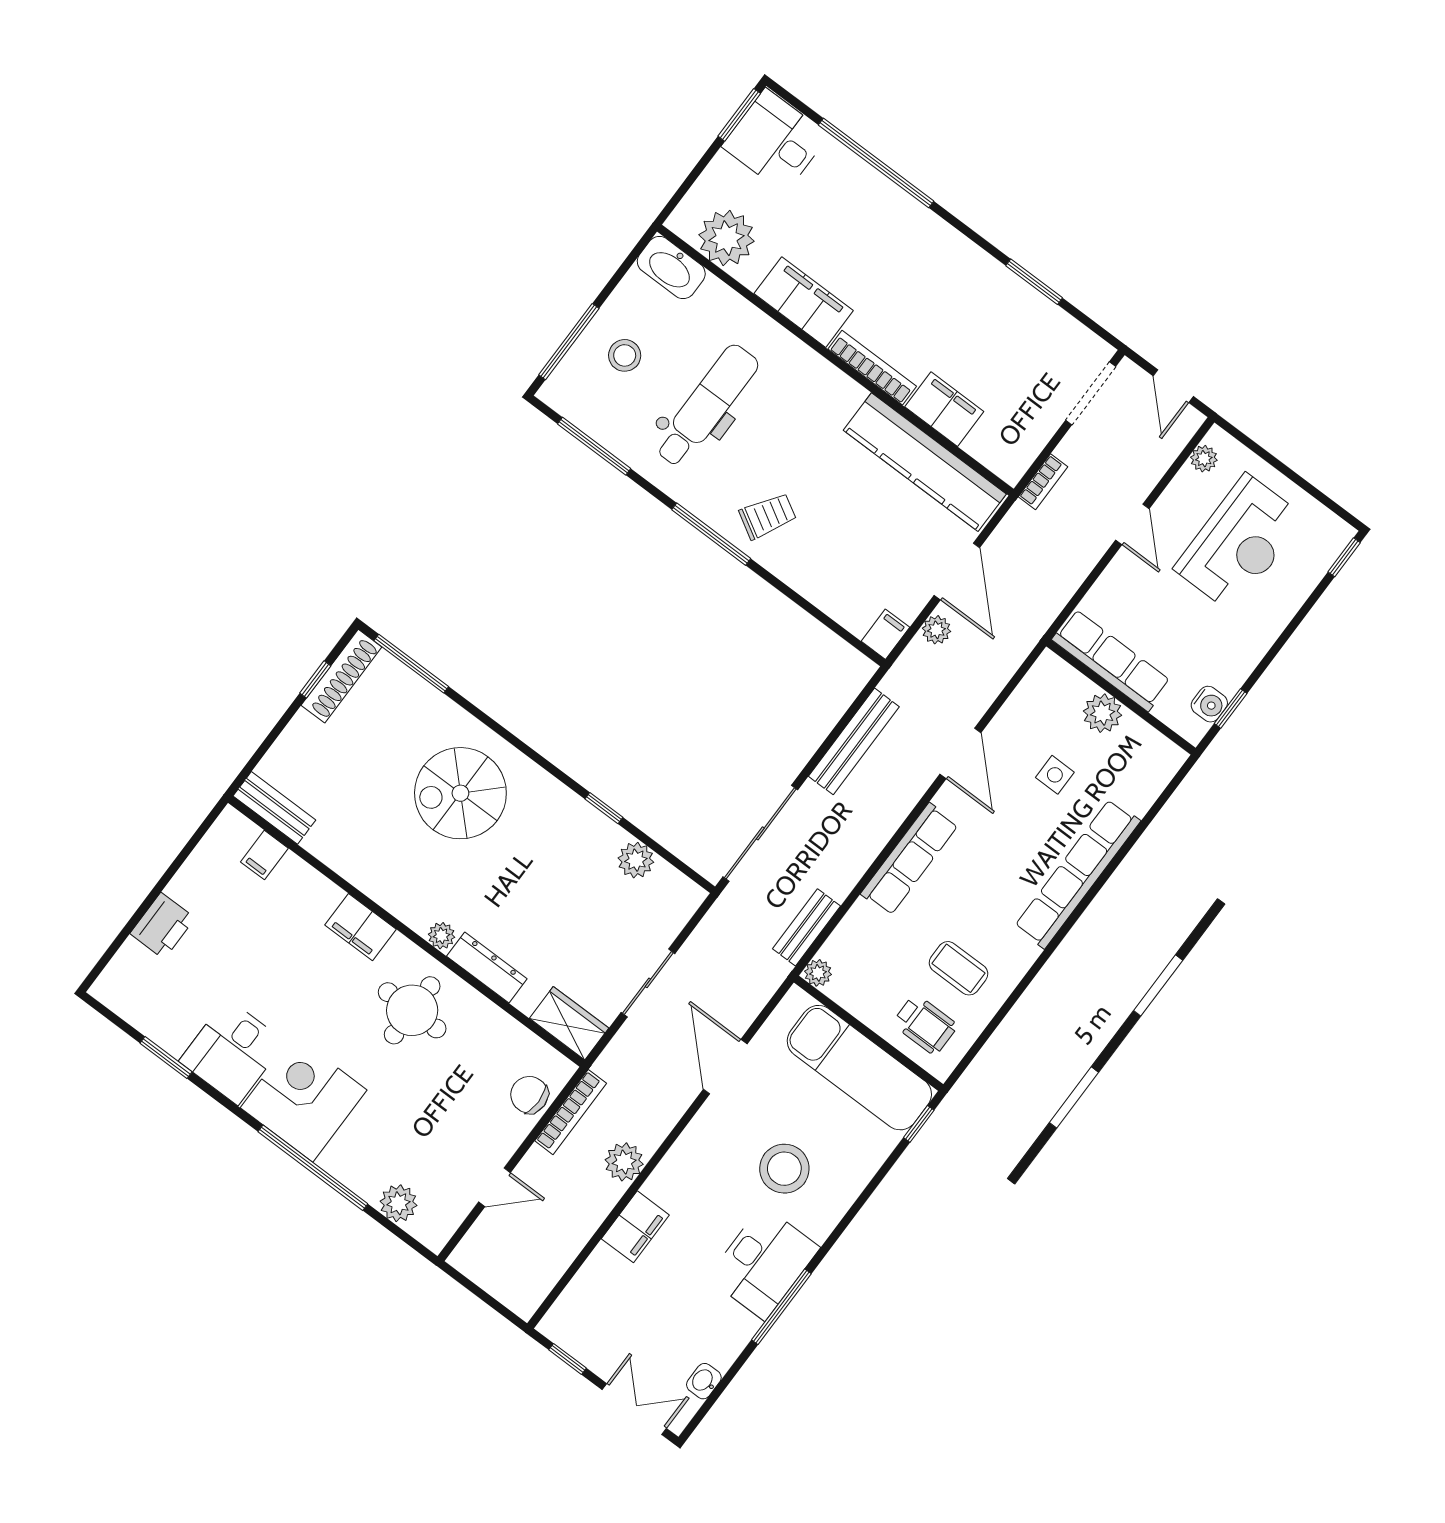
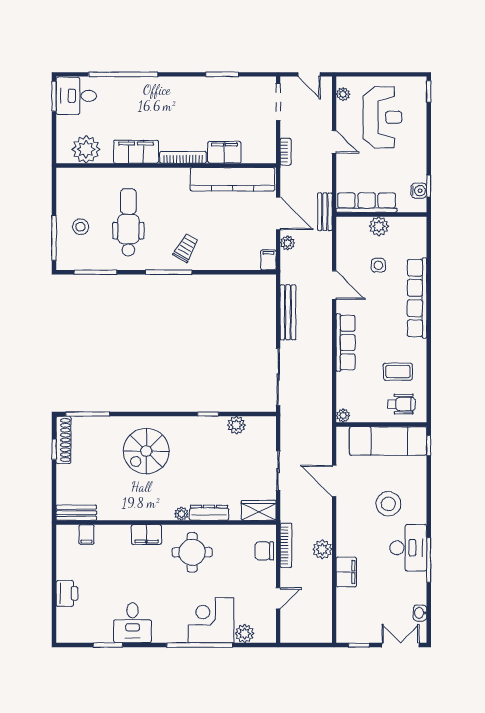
washbasin: (671, 268) -> (73, 178), removed
bench: (807, 927) -> (325, 212), moved
corner desk: (304, 1099) -> (211, 620), moved

